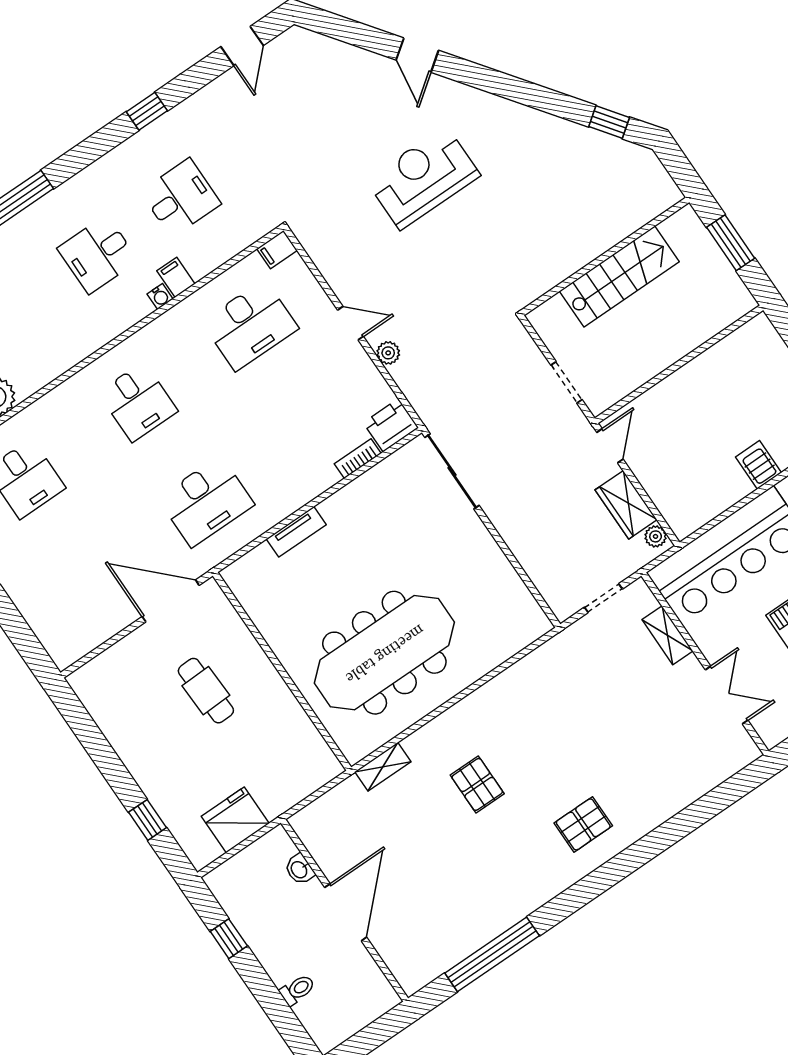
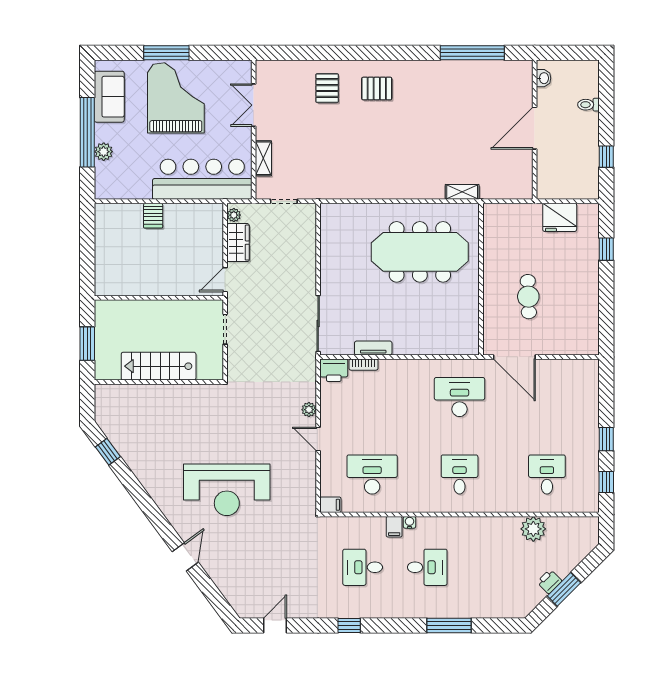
reception desk: (423, 178) -> (227, 490), width x1.36, depth x1.30
tv unit: (296, 532) -> (373, 348), moved
pallet: (477, 784) -> (327, 88), moved
washbasin: (300, 869) -> (544, 78), moved

